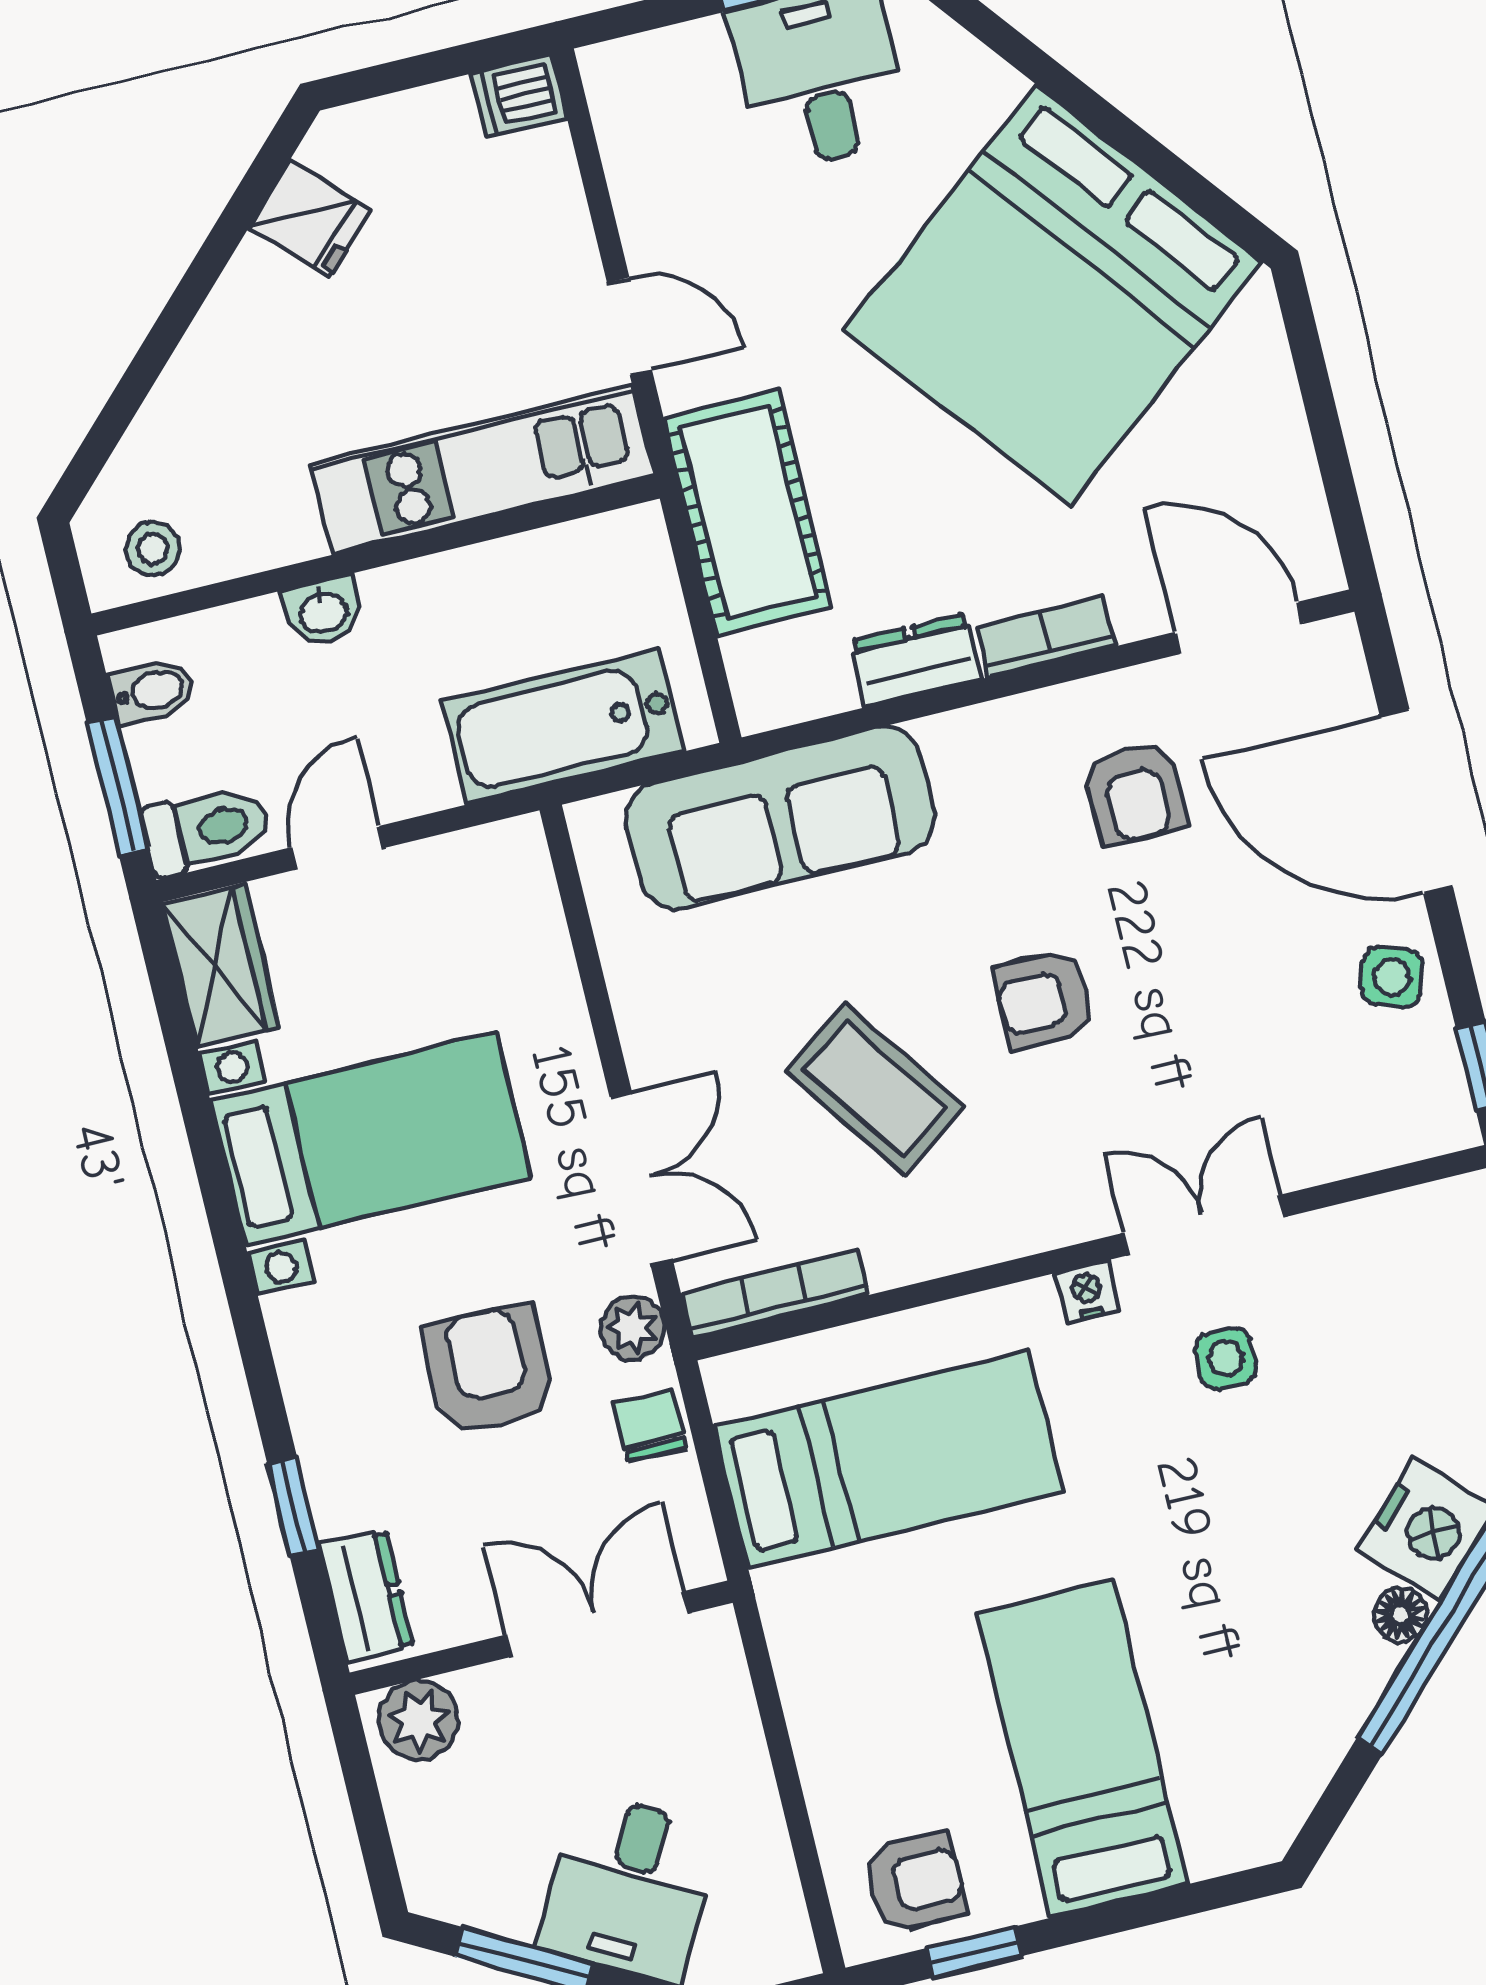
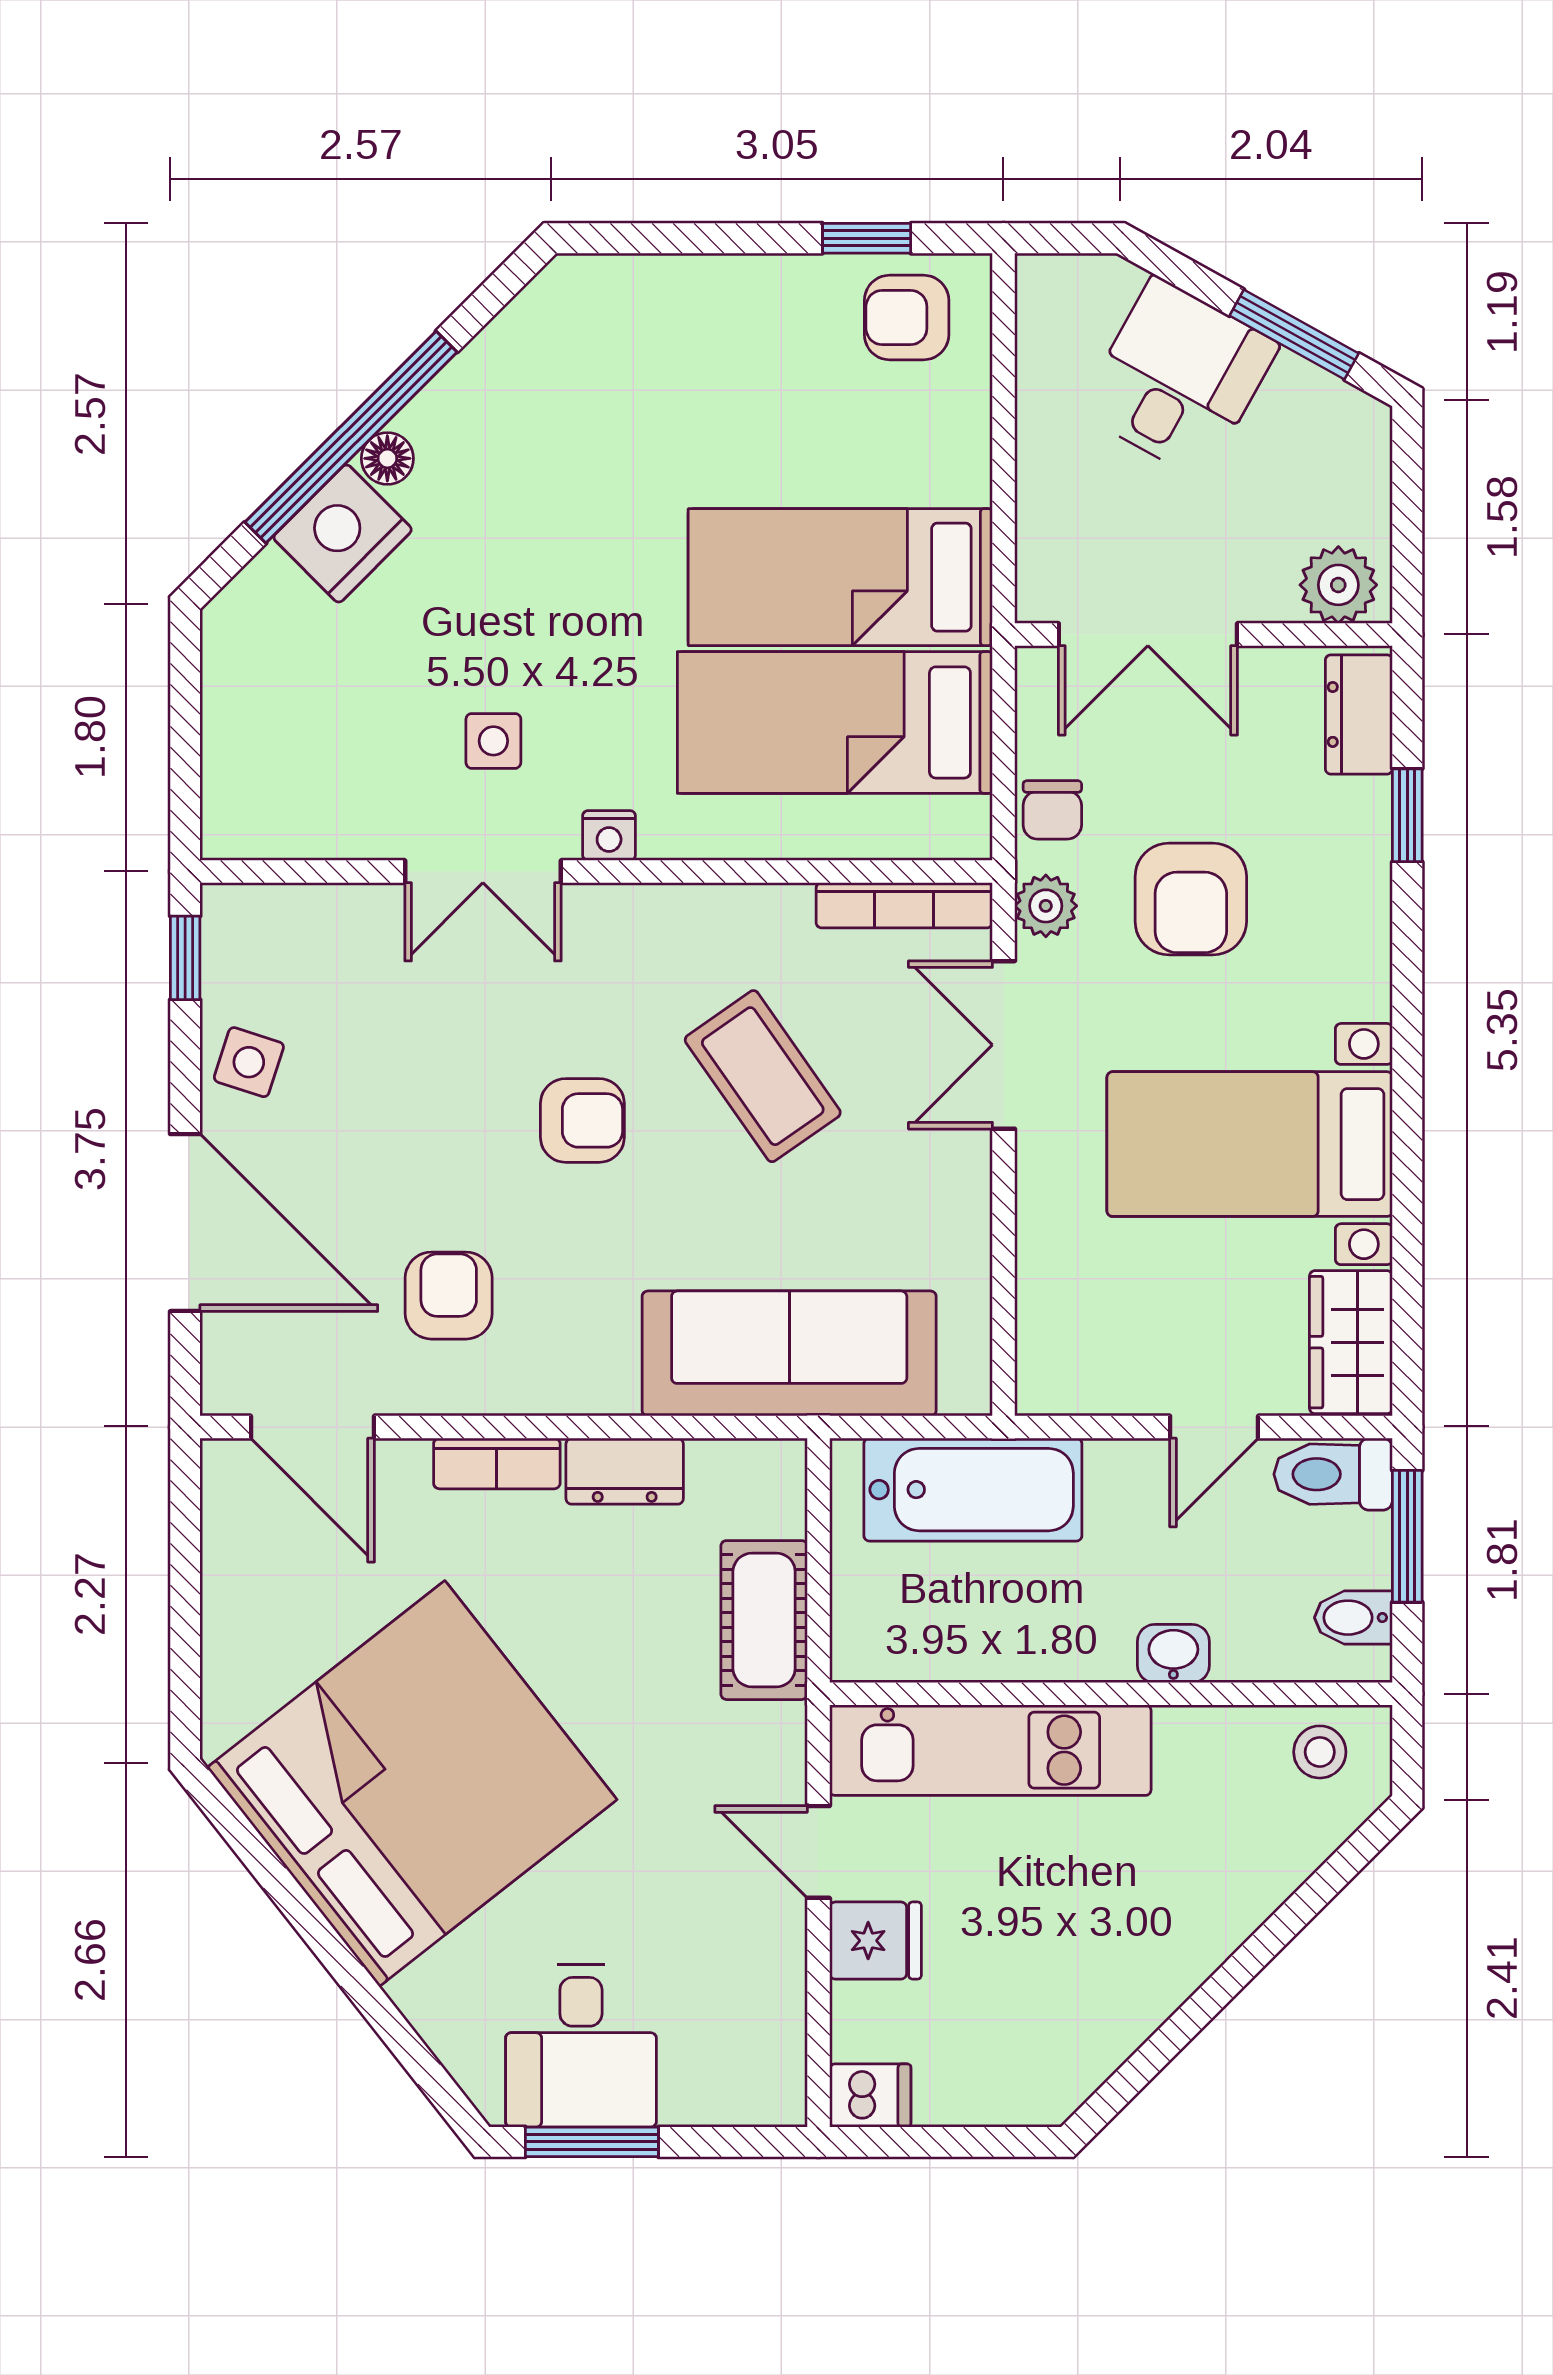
fridge: (309, 219) -> (875, 1941), moved, turned 135
cot: (748, 512) -> (764, 1620), width x0.73, depth x0.75
bed: (1082, 1749) -> (840, 577), moved, turned 90

